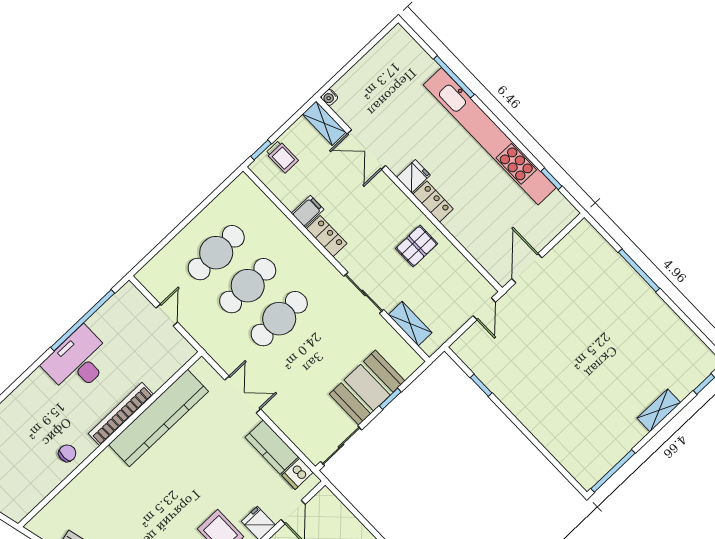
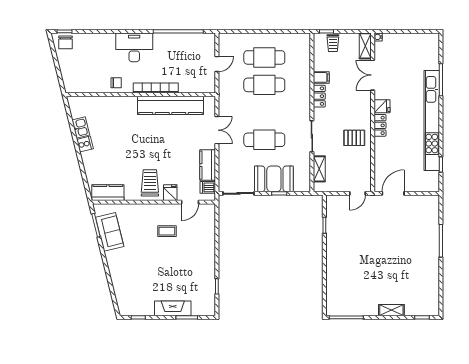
cafe table: (279, 319) -> (264, 140), moved
desk: (78, 361) -> (134, 47), moved

